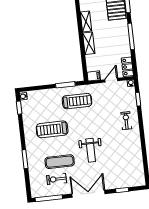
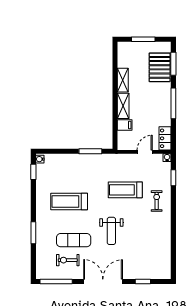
filing cabinet: (94, 76) -> (125, 125), moved
treadmill: (77, 101) -> (125, 190), moved, turned 180

